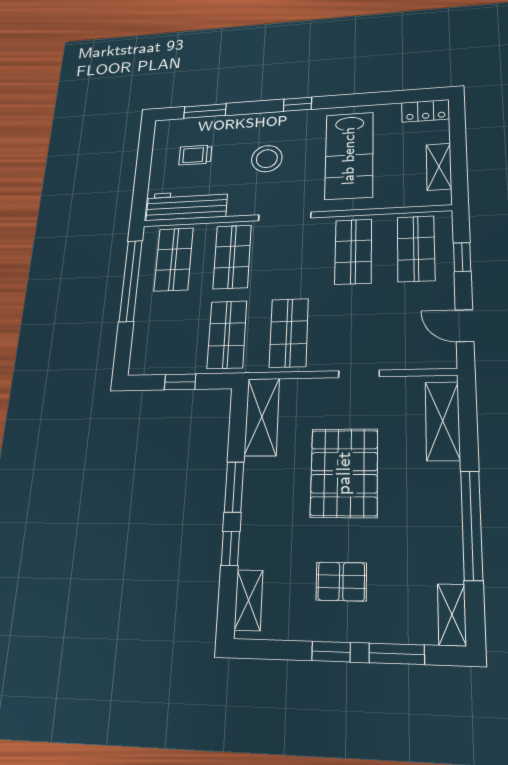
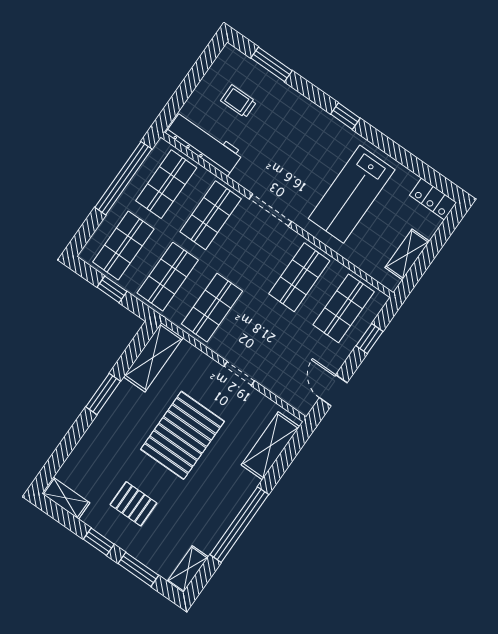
stool: (267, 159) -> (290, 148), removed
shop shelf: (167, 336) -> (123, 246), added
window: (230, 548) -> (75, 434), removed
shelving: (249, 600) -> (66, 498), moved, turned 90

